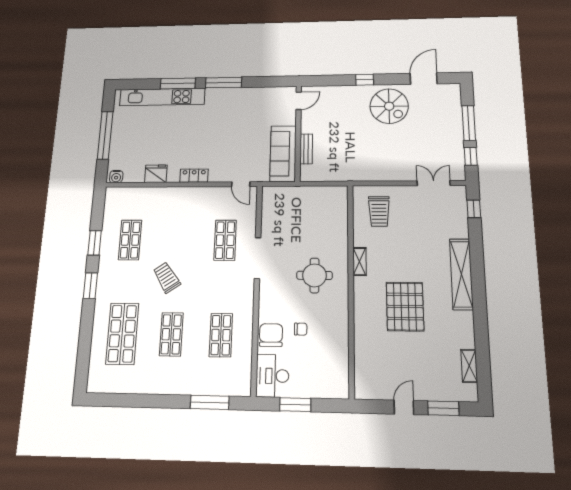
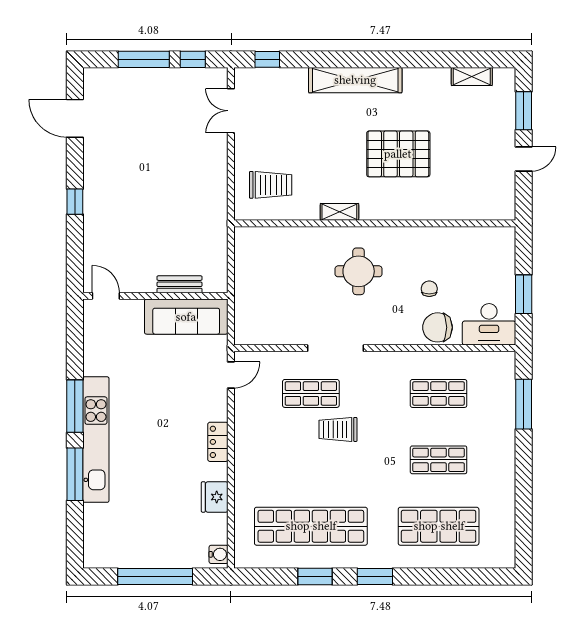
kitchen unit: (162, 97) -> (96, 440), moved
spiral stairs: (389, 106) -> (116, 168), removed
shop shelf: (130, 240) -> (311, 526), width x2.00, depth x1.36
trolley: (167, 277) -> (338, 429), moved, turned 34
door: (404, 407) -> (524, 159), swing flipped

